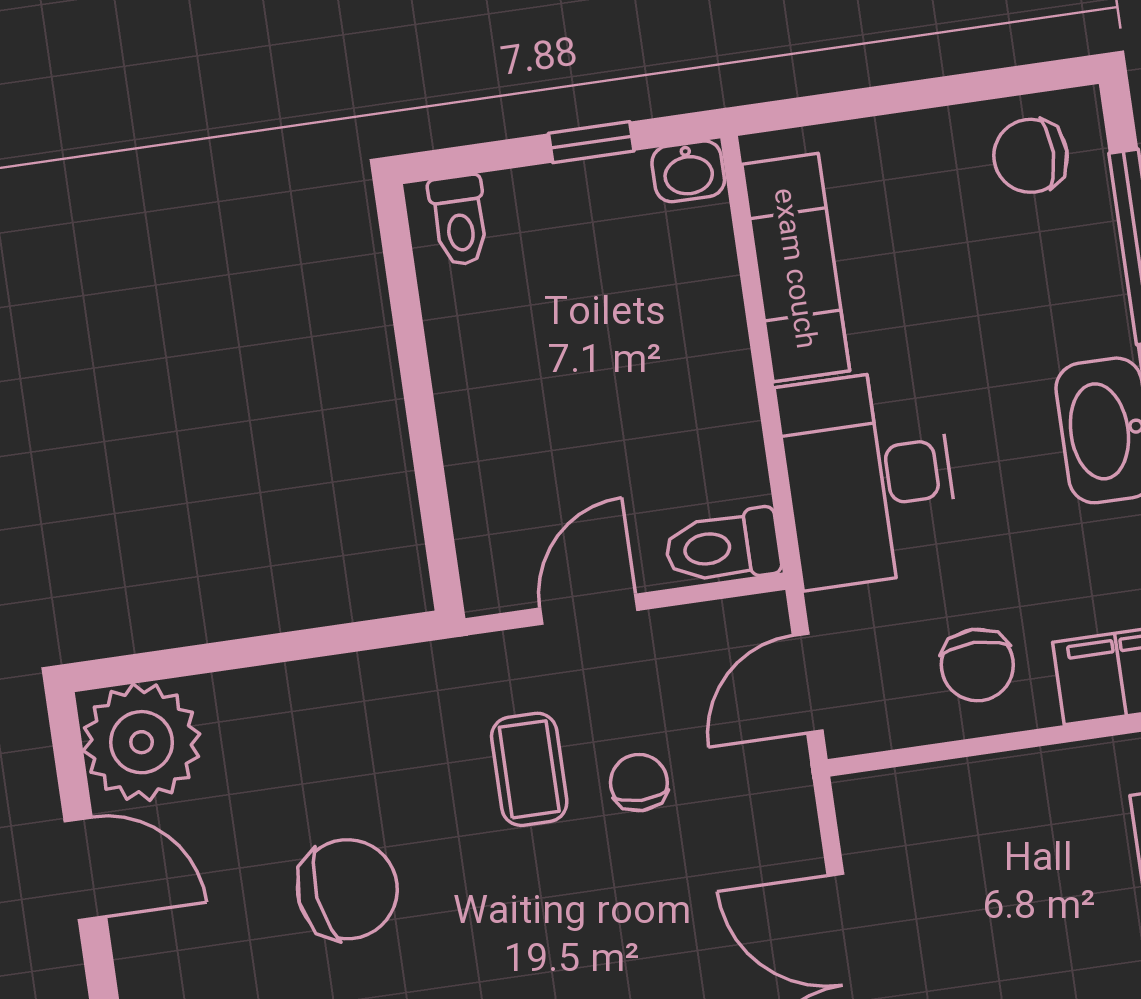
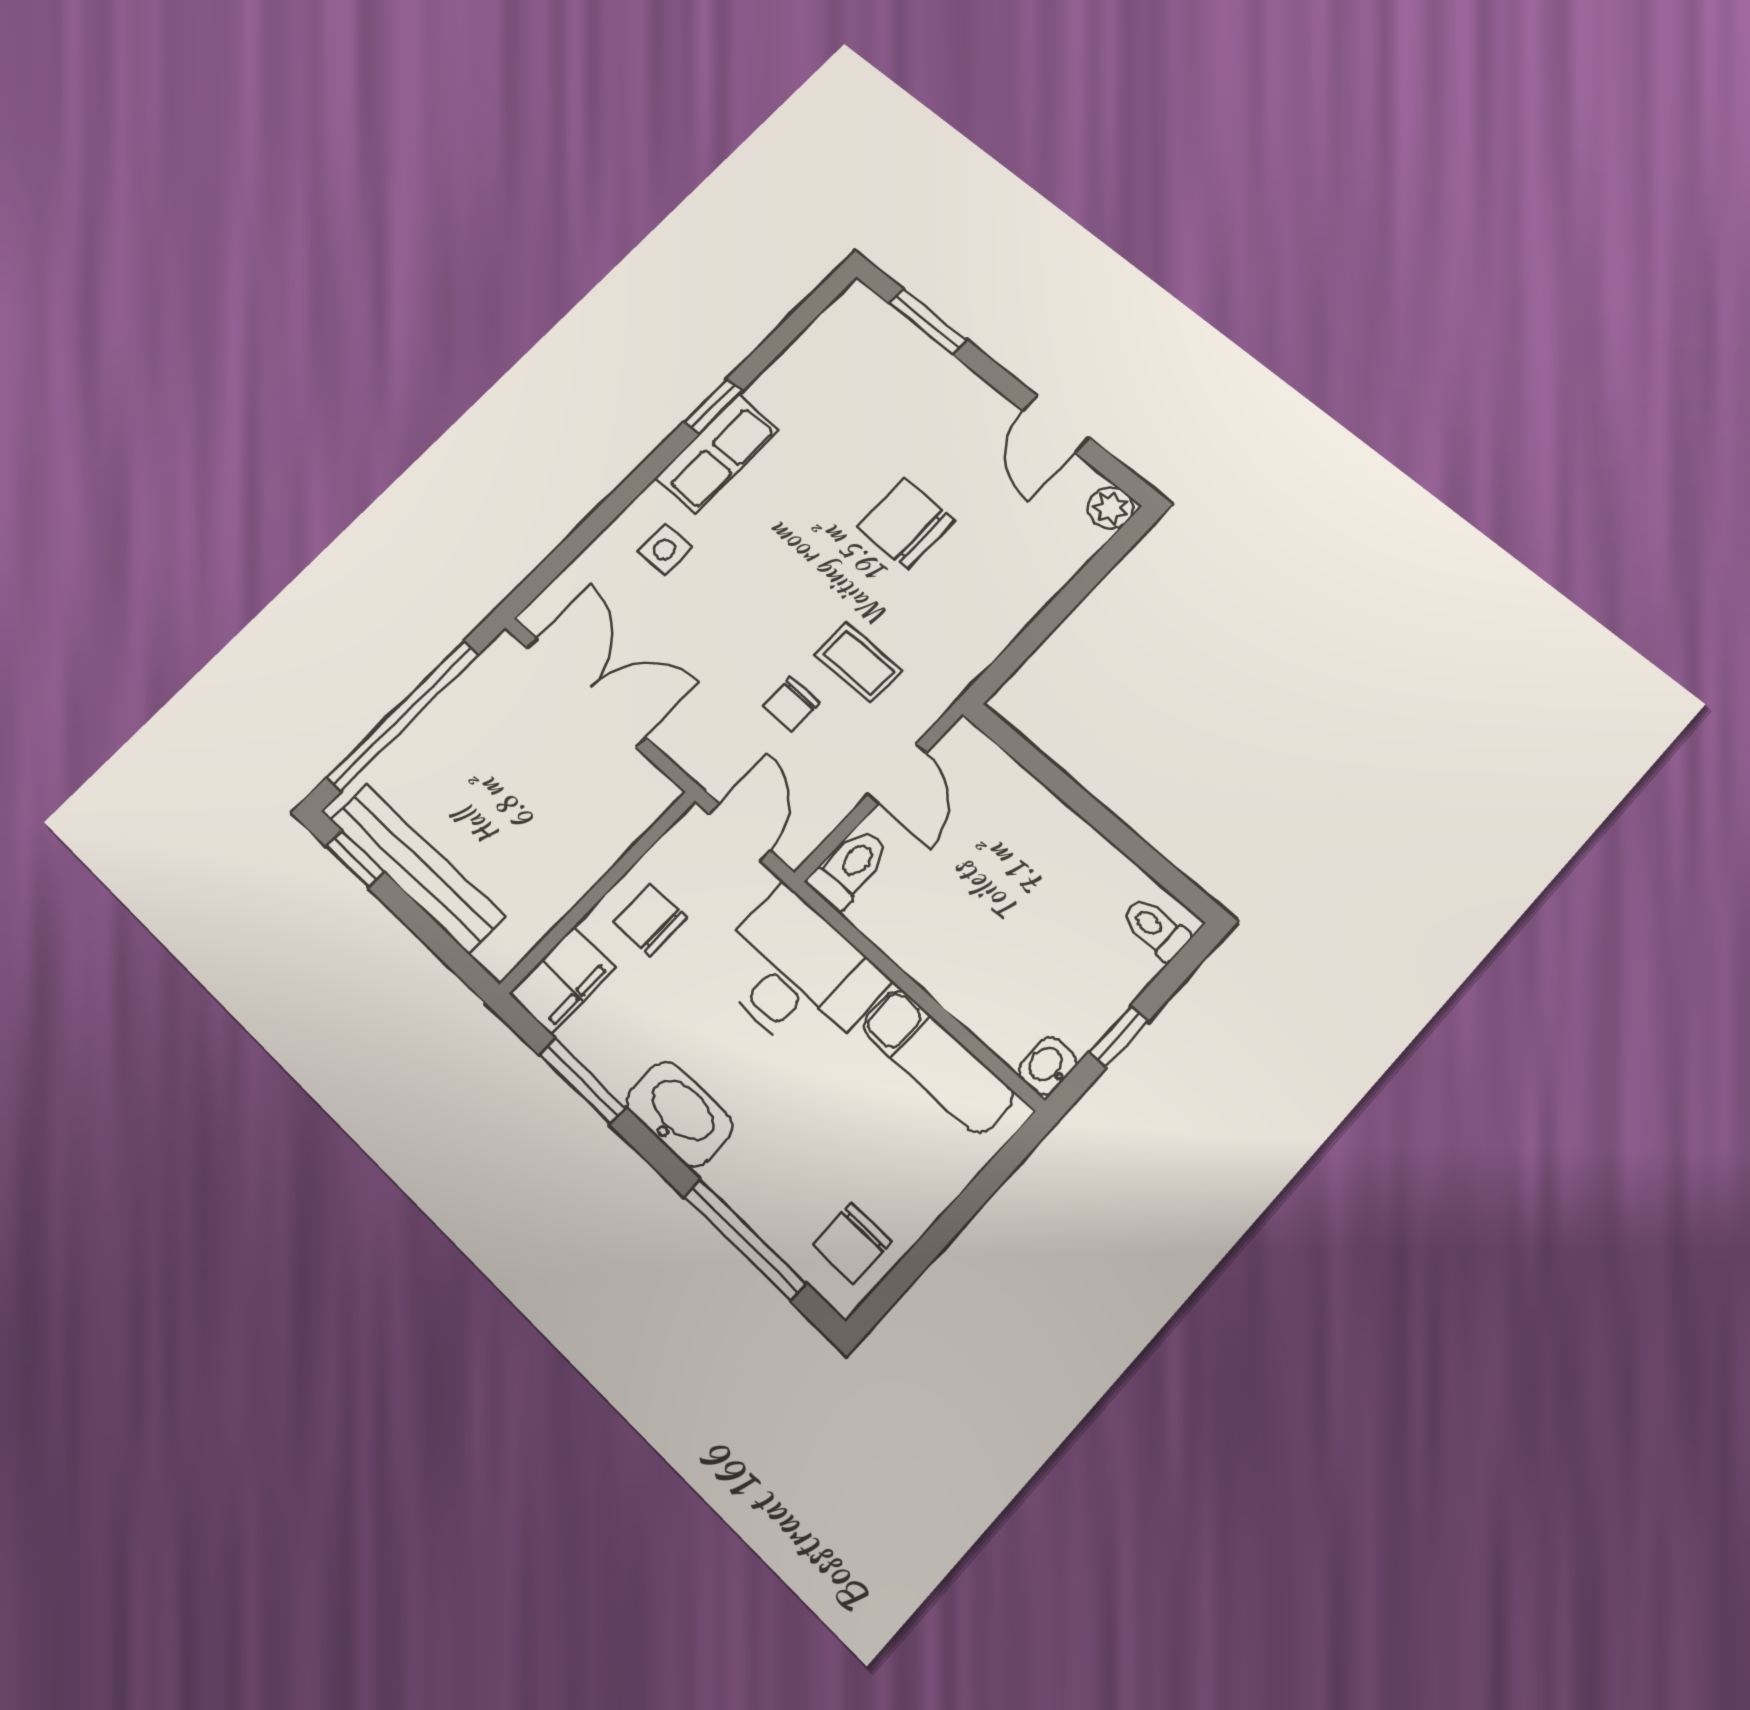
chair: (1031, 156) -> (852, 1243), turned 180
plant: (142, 742) -> (1111, 508), width x0.53, depth x0.53
chair: (639, 783) -> (791, 704), turned 90
door: (85, 869) -> (1056, 424), hinge flipped
chair: (347, 889) -> (905, 524), turned 97

